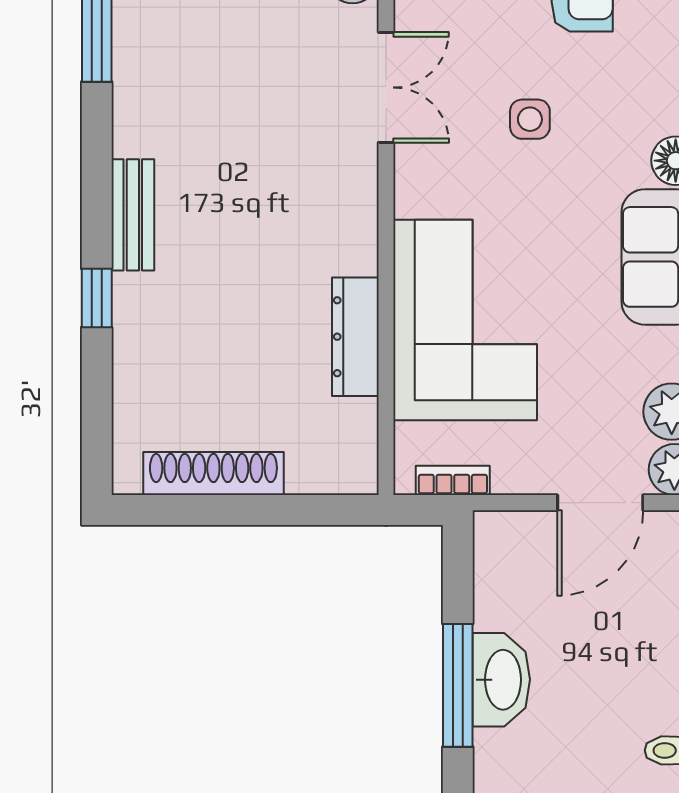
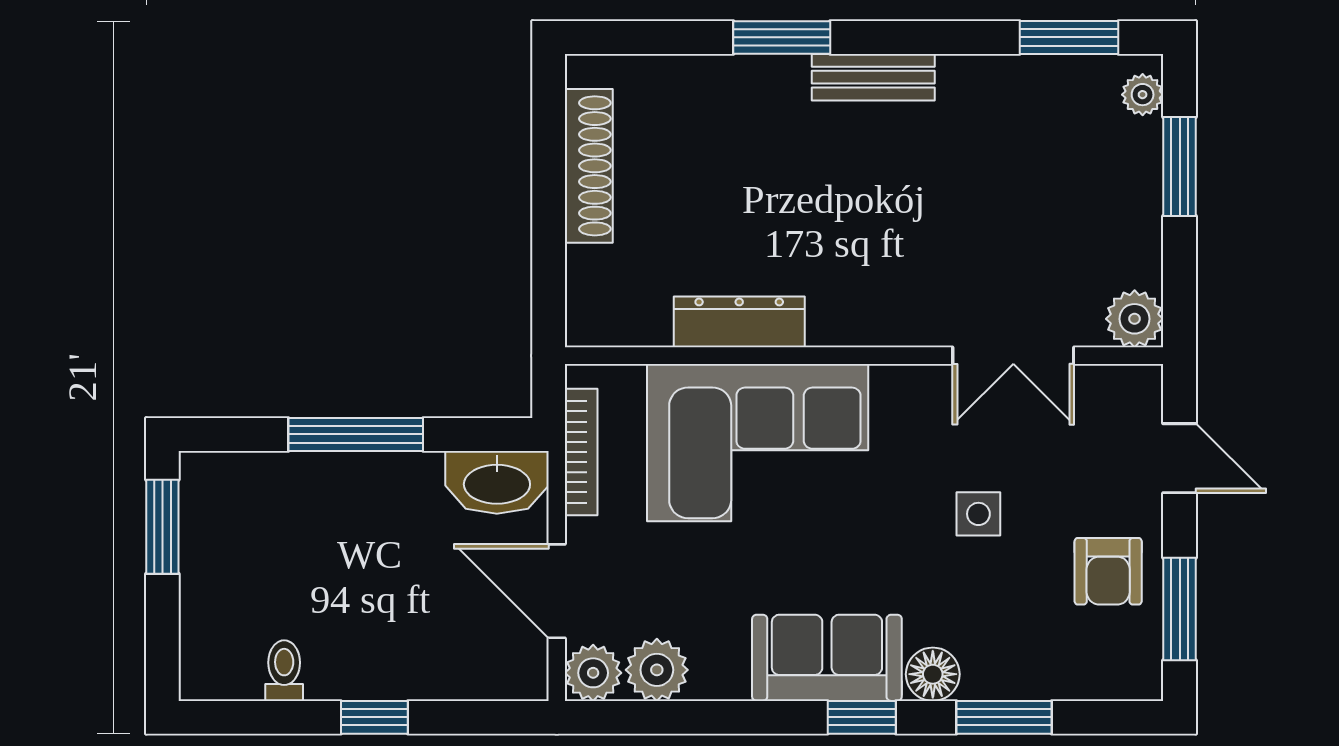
window: (97, 298) -> (782, 37), width x1.50
bookcase: (453, 480) -> (581, 452), width x1.56
washbasin: (501, 680) -> (497, 482), moved

